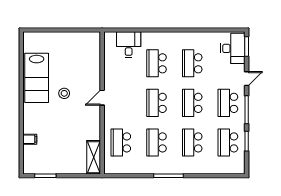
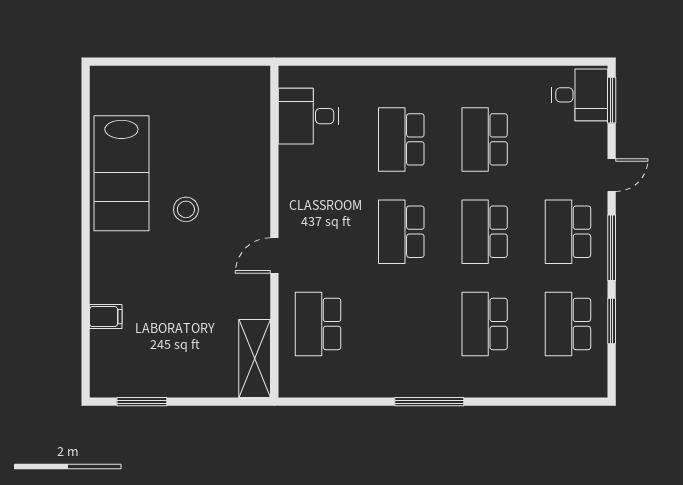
desk: (129, 45) -> (308, 116), moved, turned -90
desk: (233, 48) -> (580, 95), width x0.73
door: (102, 98) -> (274, 255), moved
school desk: (156, 142) -> (401, 324), removed

